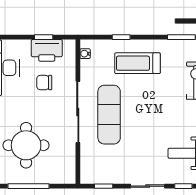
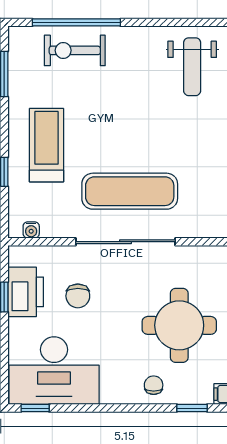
treadmill: (138, 63) -> (46, 145), turned 180

